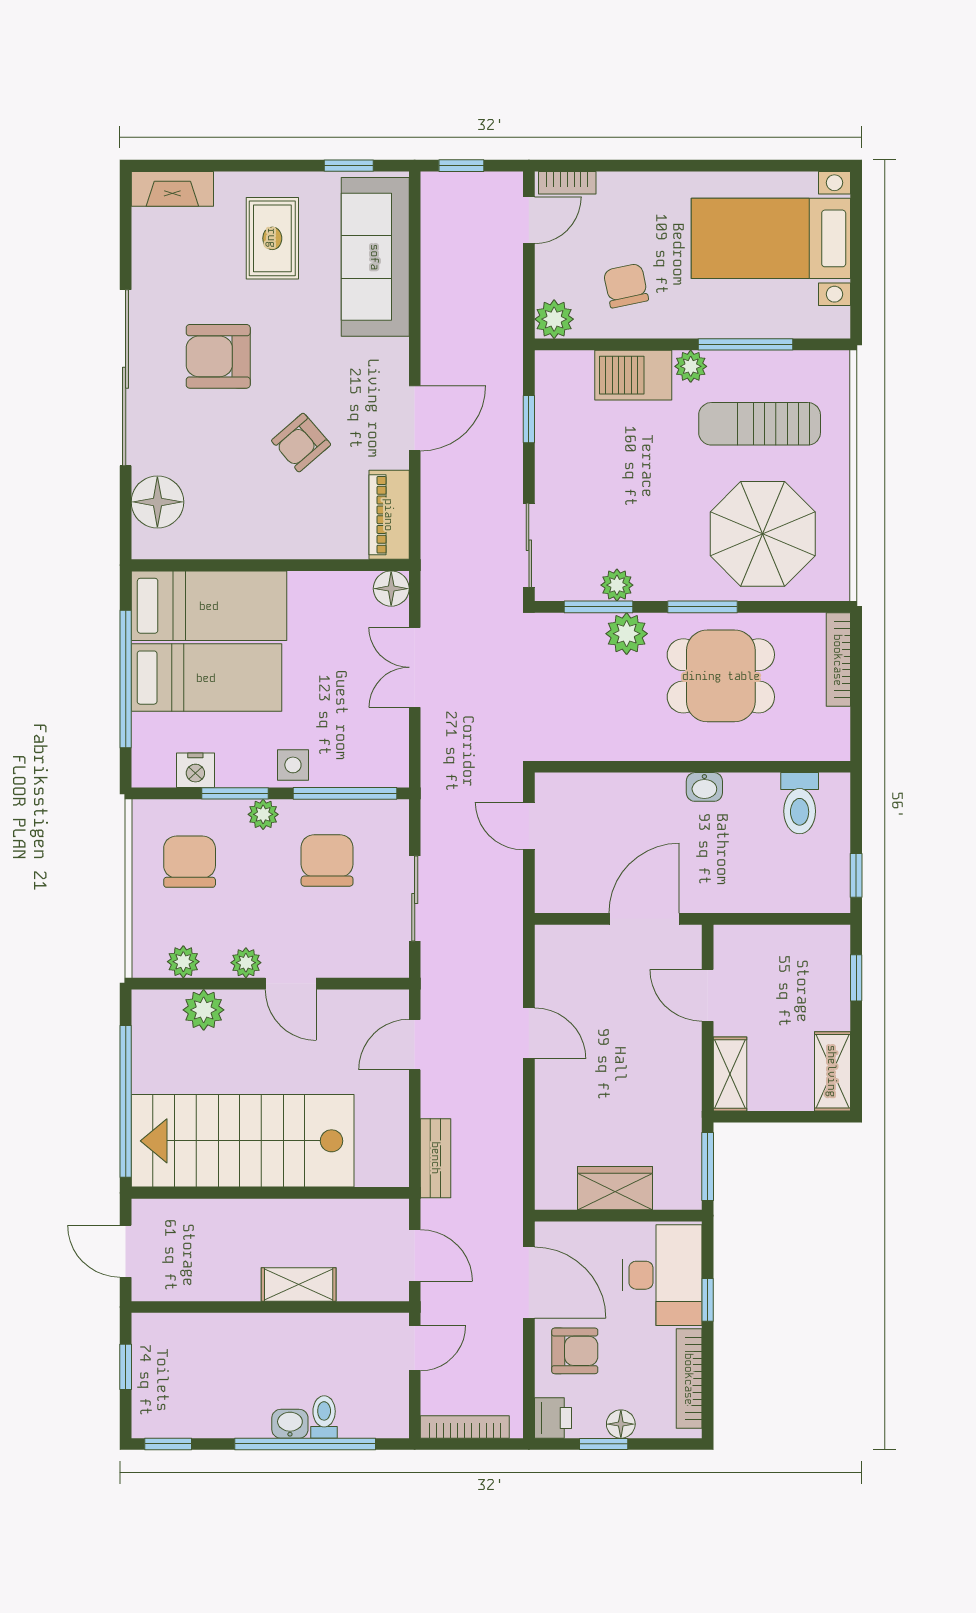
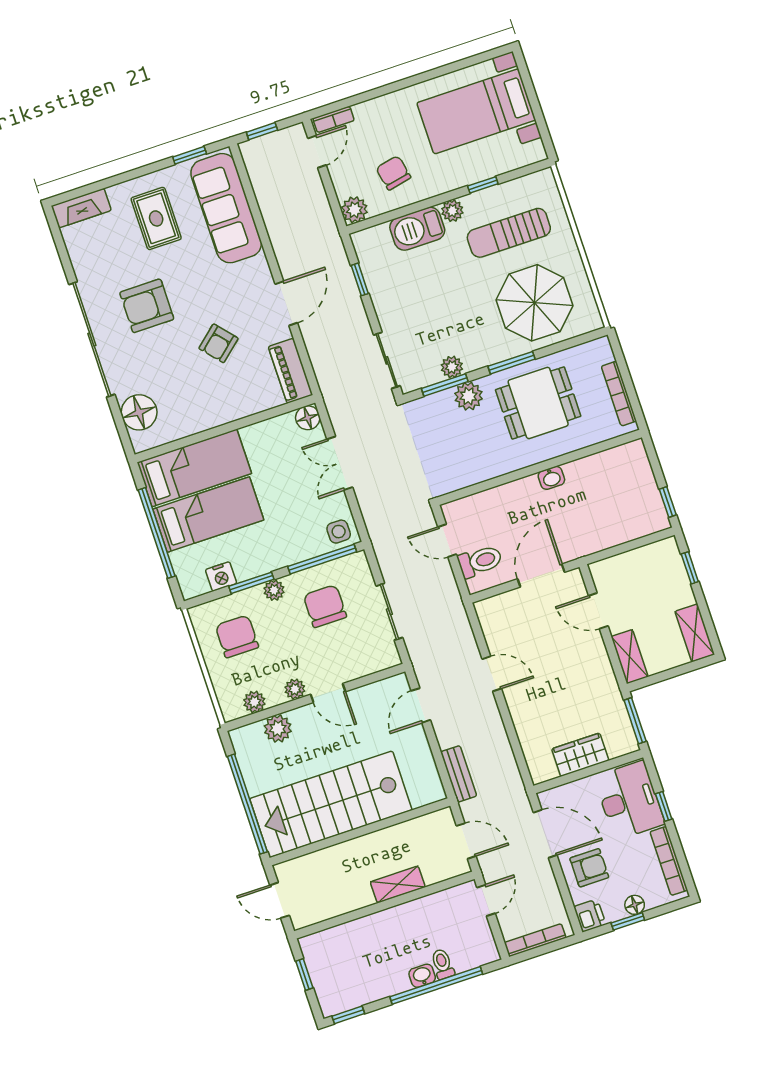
window: (746, 344) -> (483, 185), width x0.46
bookcase: (838, 660) -> (619, 394), moved
side table: (293, 765) -> (339, 532), moved
toilet: (800, 803) -> (480, 561), moved, turned -90

